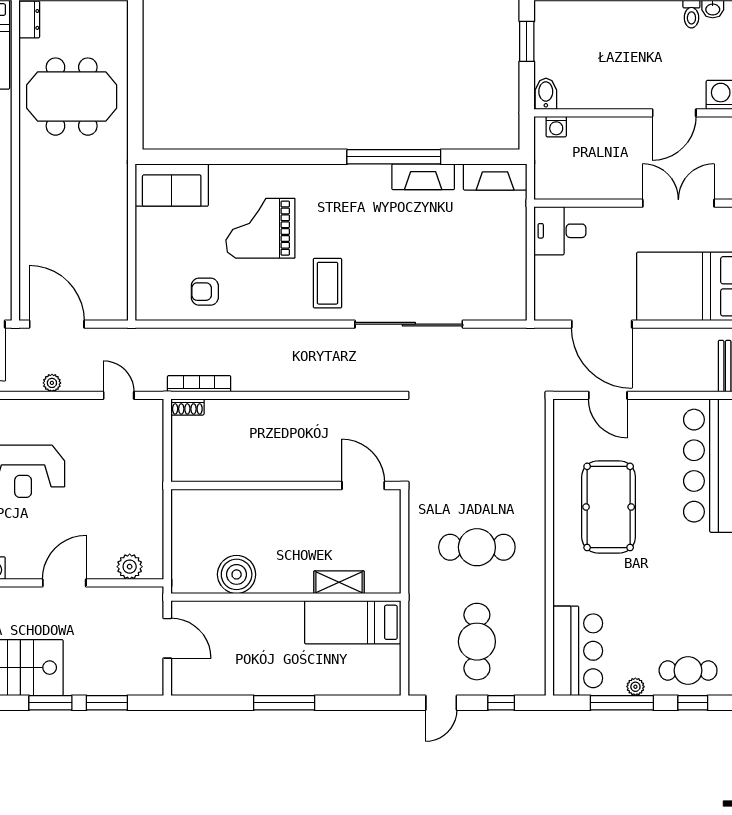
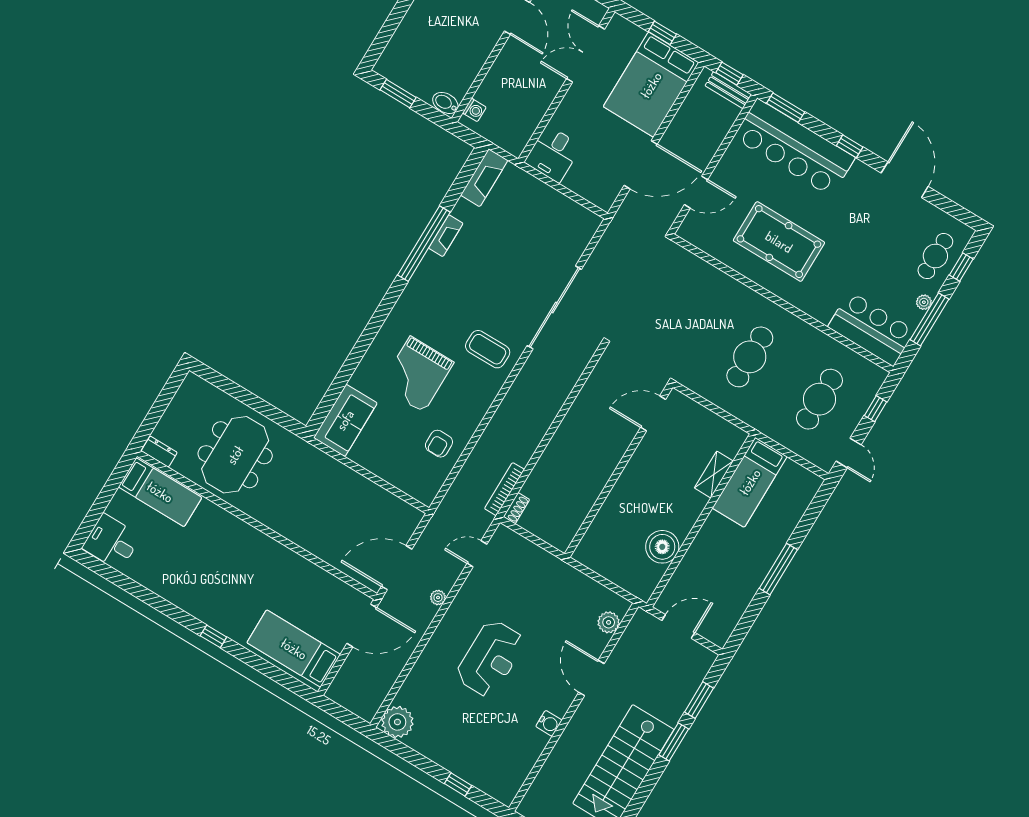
fireplace: (423, 177) -> (446, 236), width x0.73, depth x0.76
cafe table: (477, 642) -> (819, 399), turned 90

